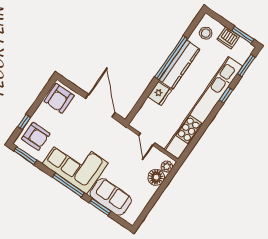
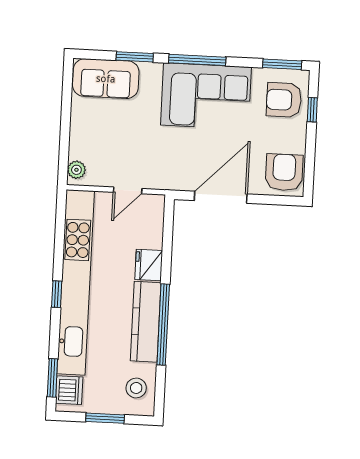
window: (243, 35) -> (105, 418), moved
dishwasher: (228, 38) -> (69, 390), moved, turned 90
window: (226, 95) -> (57, 294), moved
door: (100, 106) -> (221, 197), swing flipped
door: (147, 139) -> (128, 190), swing flipped
floor lamp: (156, 177) -> (82, 146), removed
sofa: (111, 197) -> (106, 79), moved

